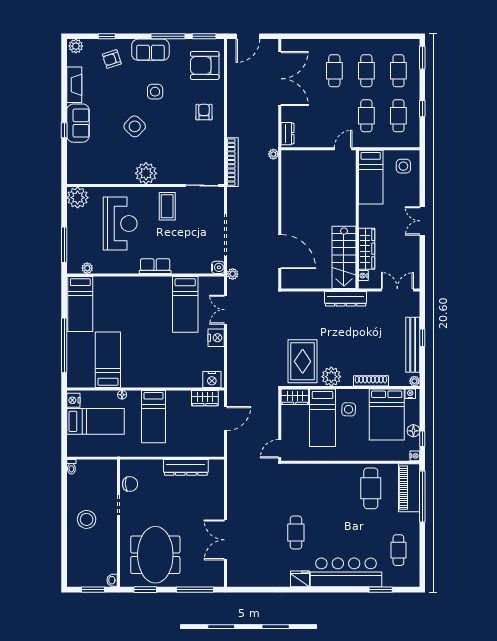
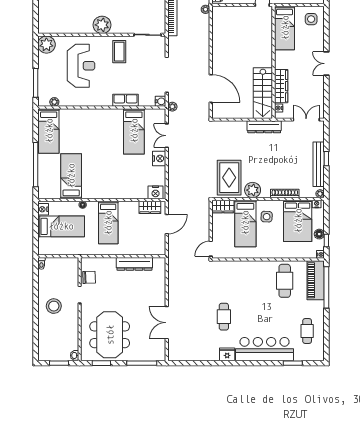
row of seats: (155, 266) -> (125, 100), moved

